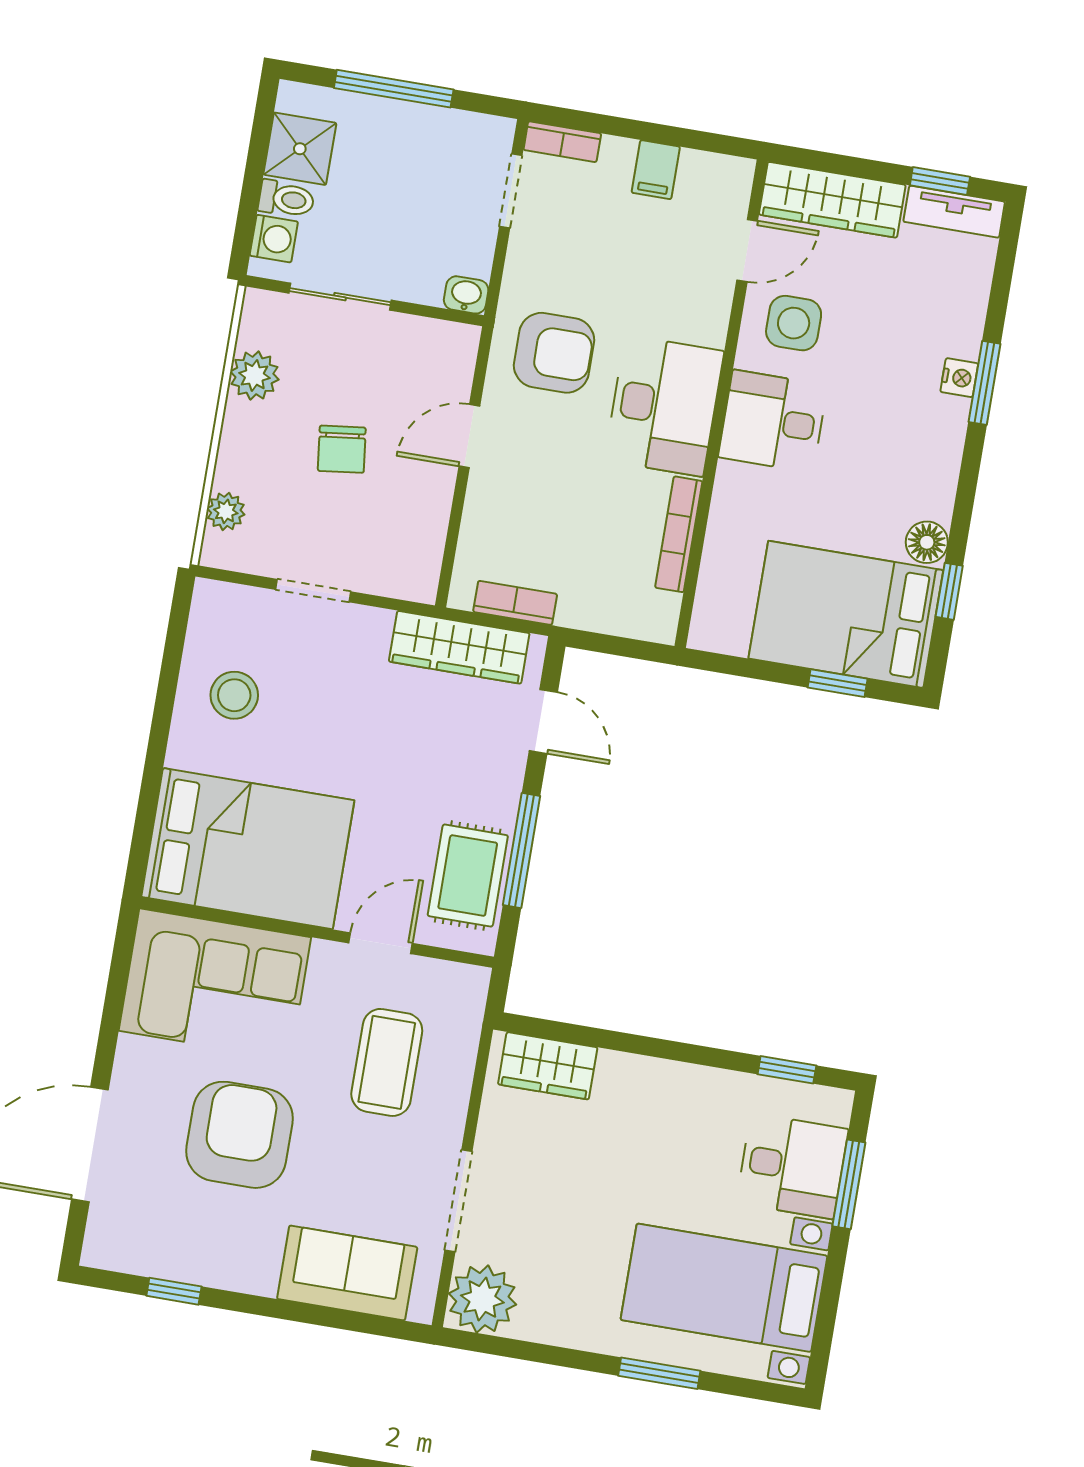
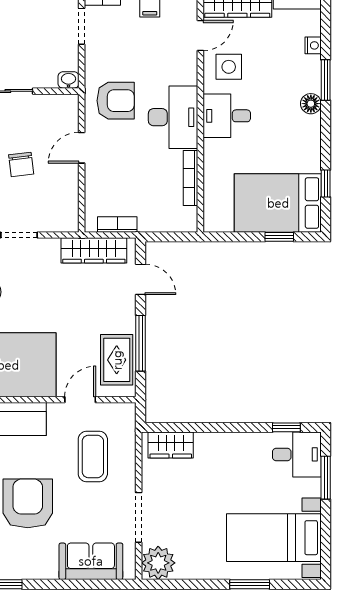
nightstand: (959, 378) -> (313, 45), moved
floor lamp: (927, 542) -> (311, 104), moved
desk: (792, 1166) -> (297, 454), moved

